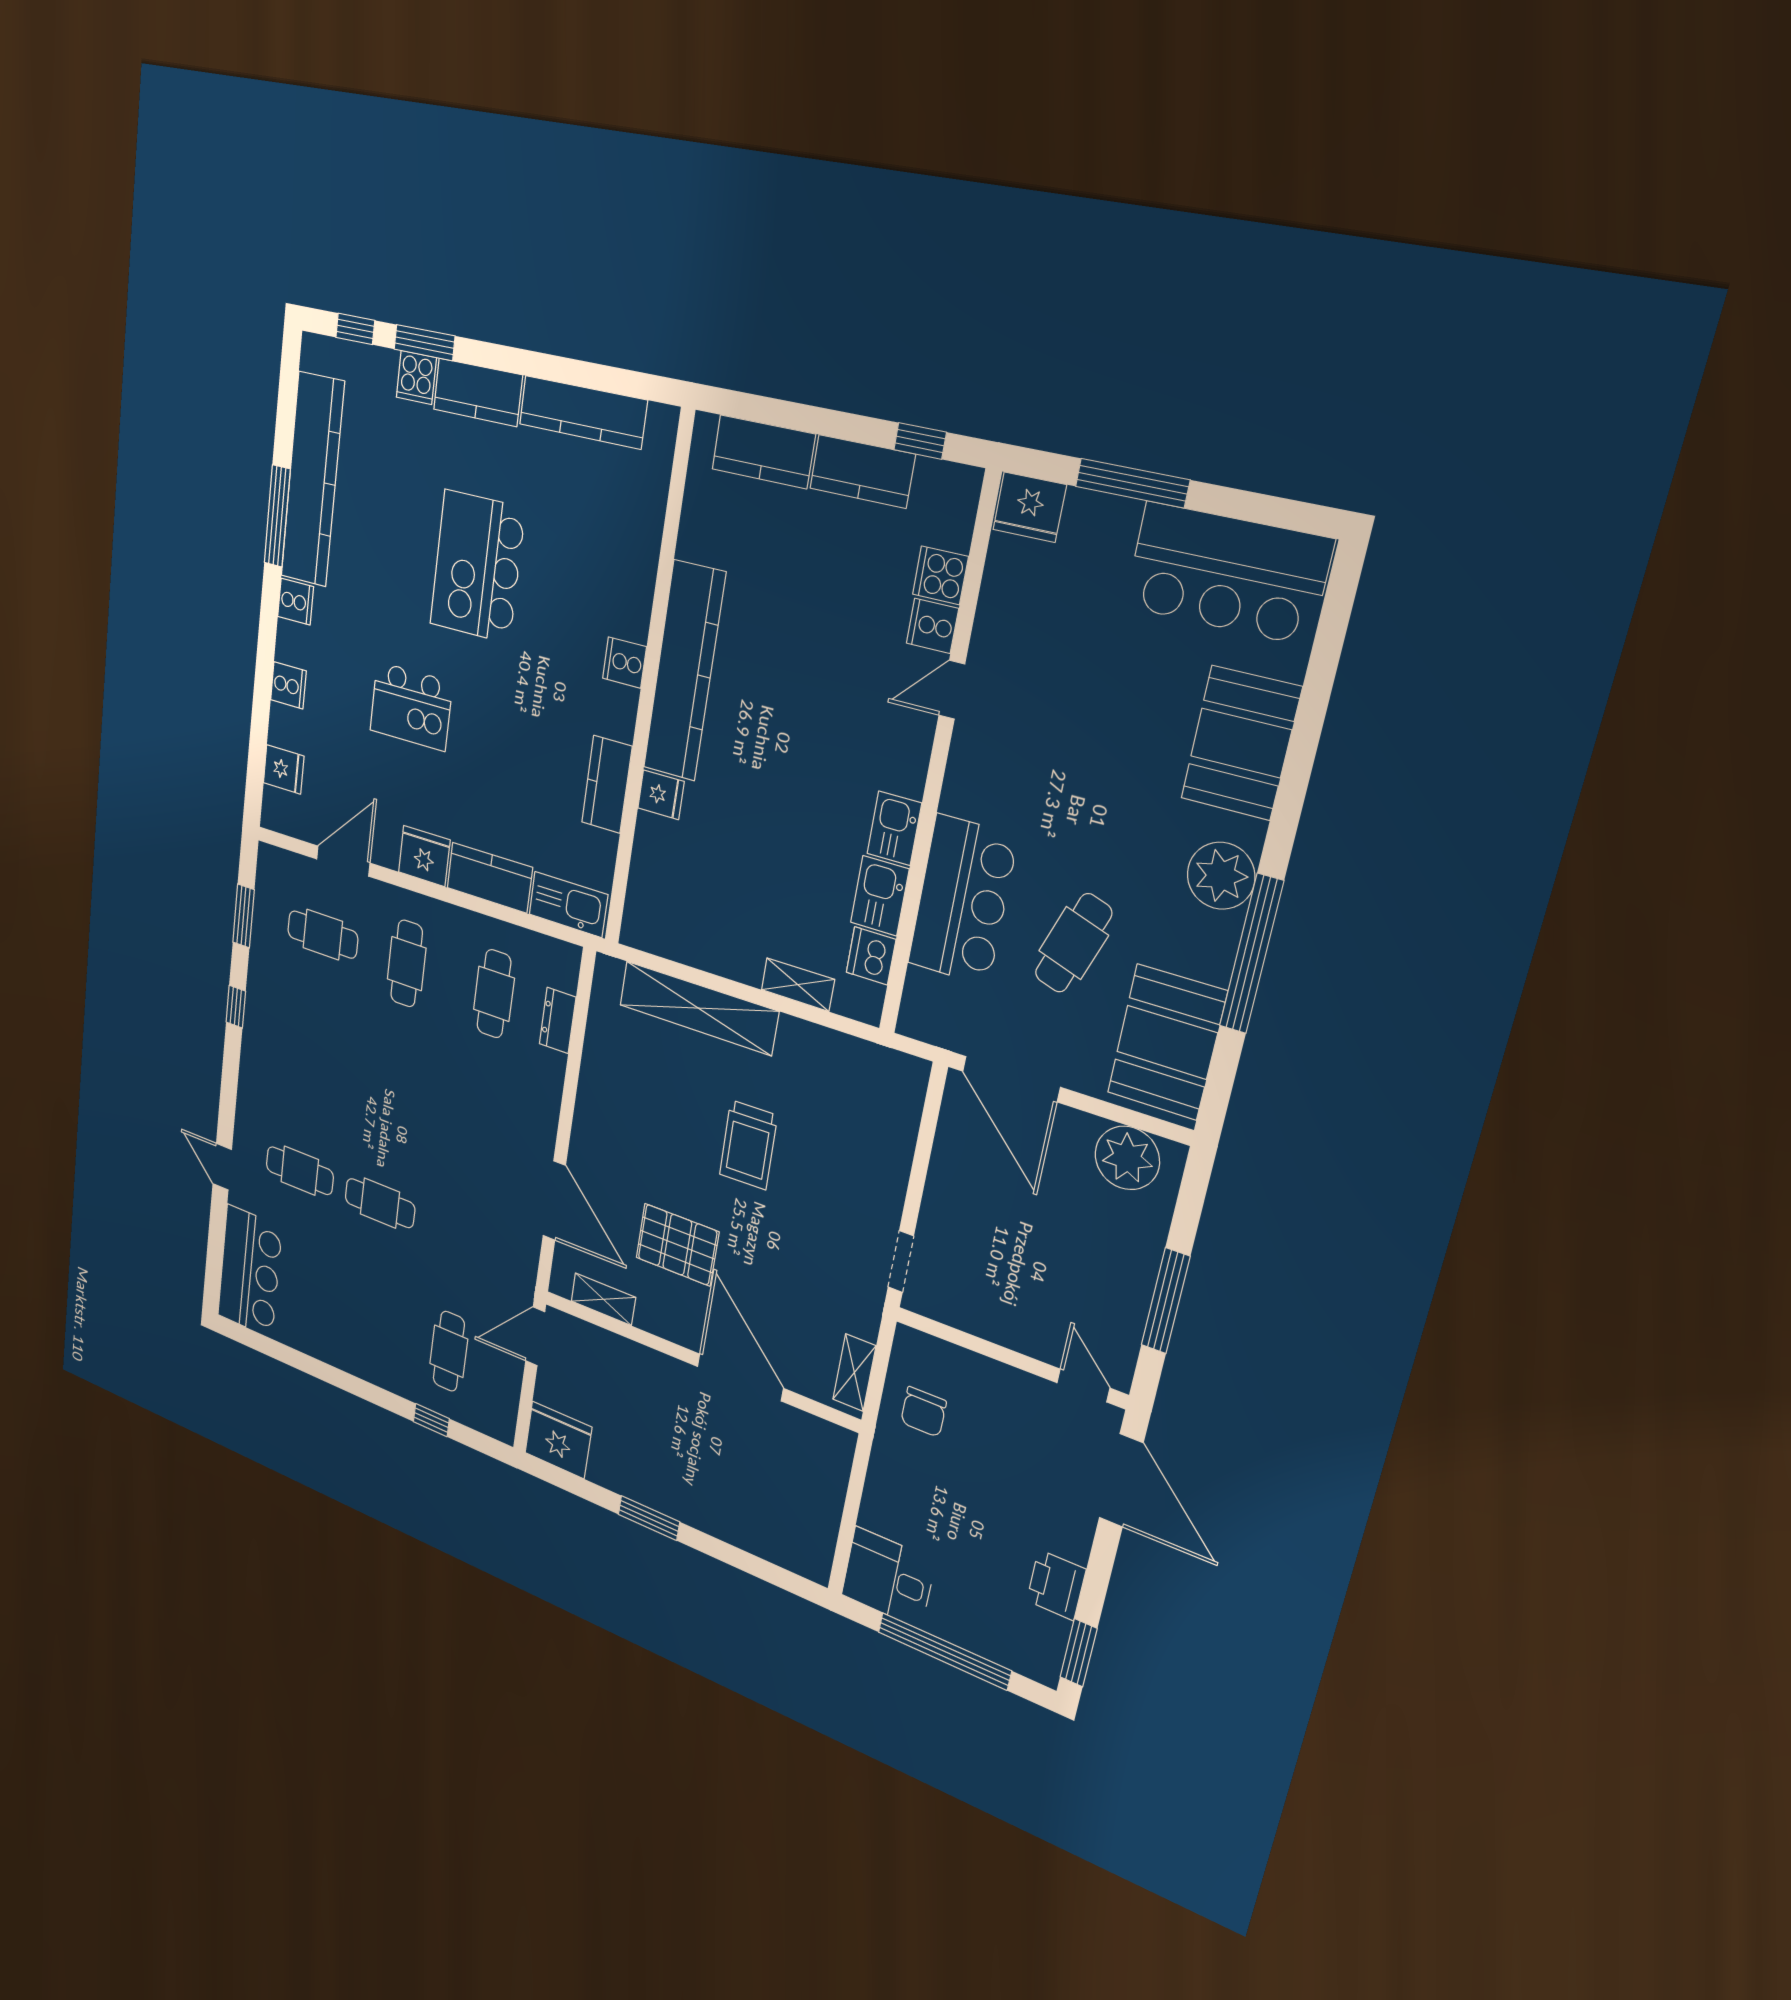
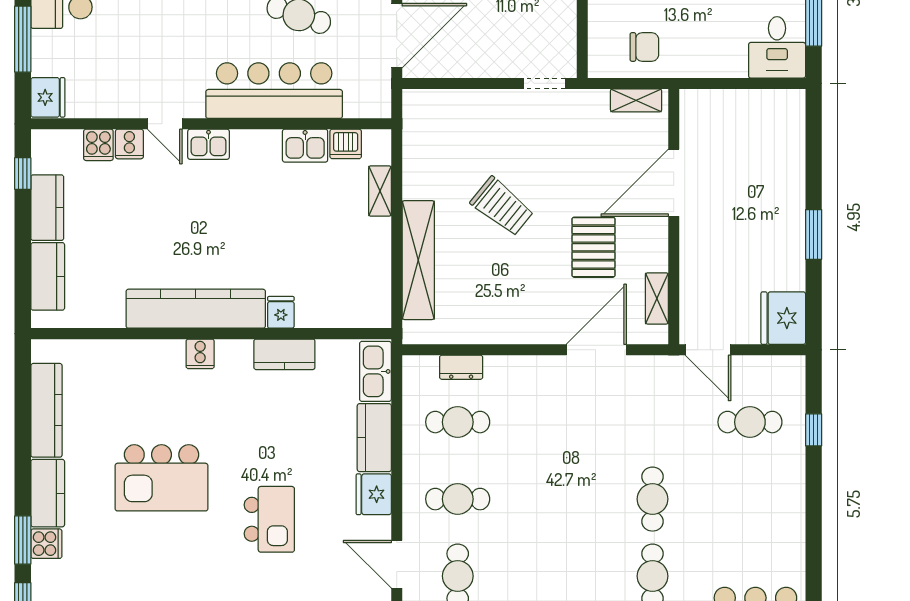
kitchen sink: (894, 828) -> (209, 144), moved
bar counter: (962, 900) -> (274, 91), width x1.36
trolley: (748, 1145) -> (502, 207), turned 40

